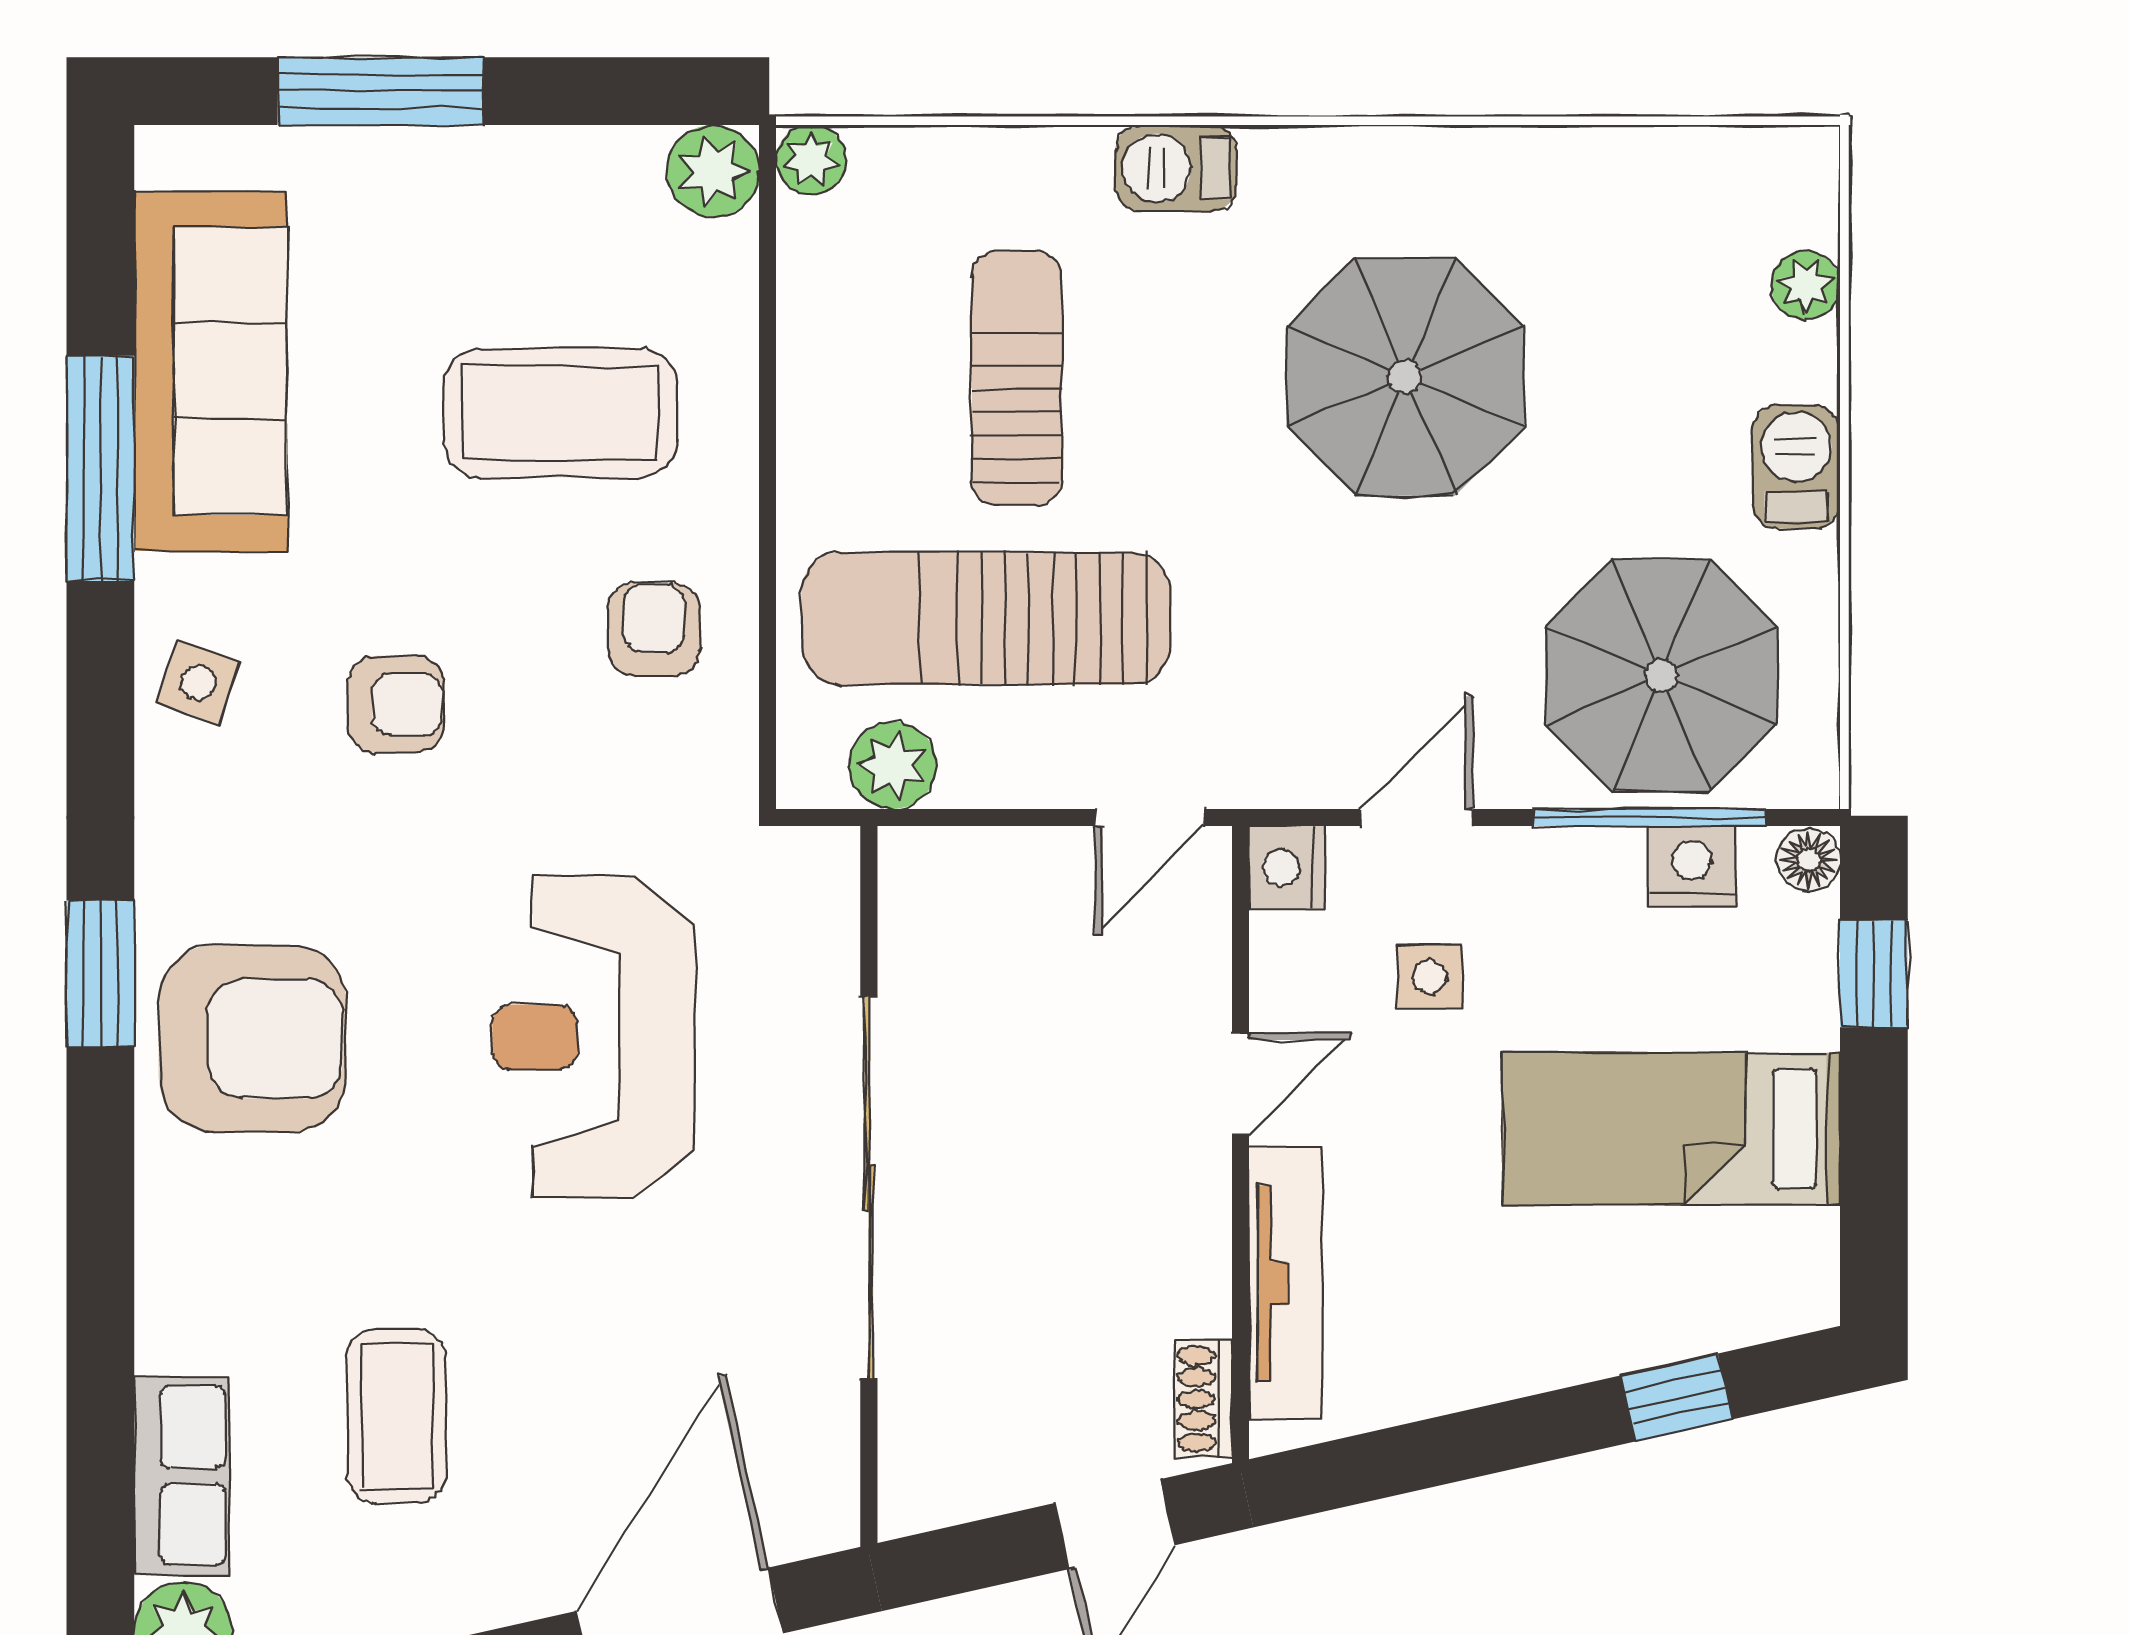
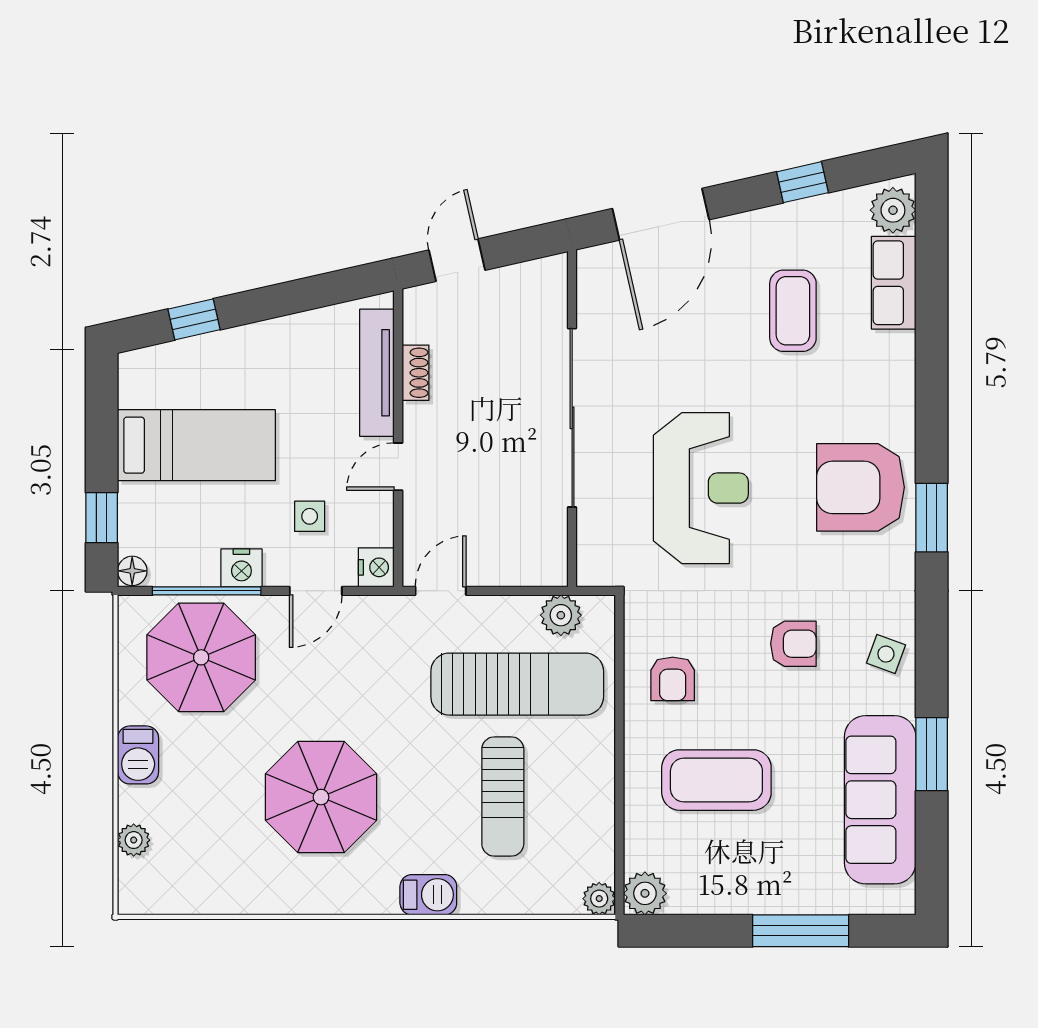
window: (100, 468) -> (932, 754), width x0.69
armchair: (396, 704) -> (793, 644), turned 180
nightstand: (1692, 866) -> (241, 568), moved
shoe rack: (1203, 1399) -> (416, 373), moved

